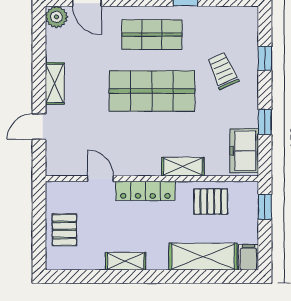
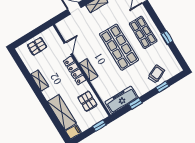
trolley: (223, 71) -> (156, 74), moved
freezer: (244, 151) -> (122, 100), width x1.40
shelving: (183, 167) -> (89, 70), moved

